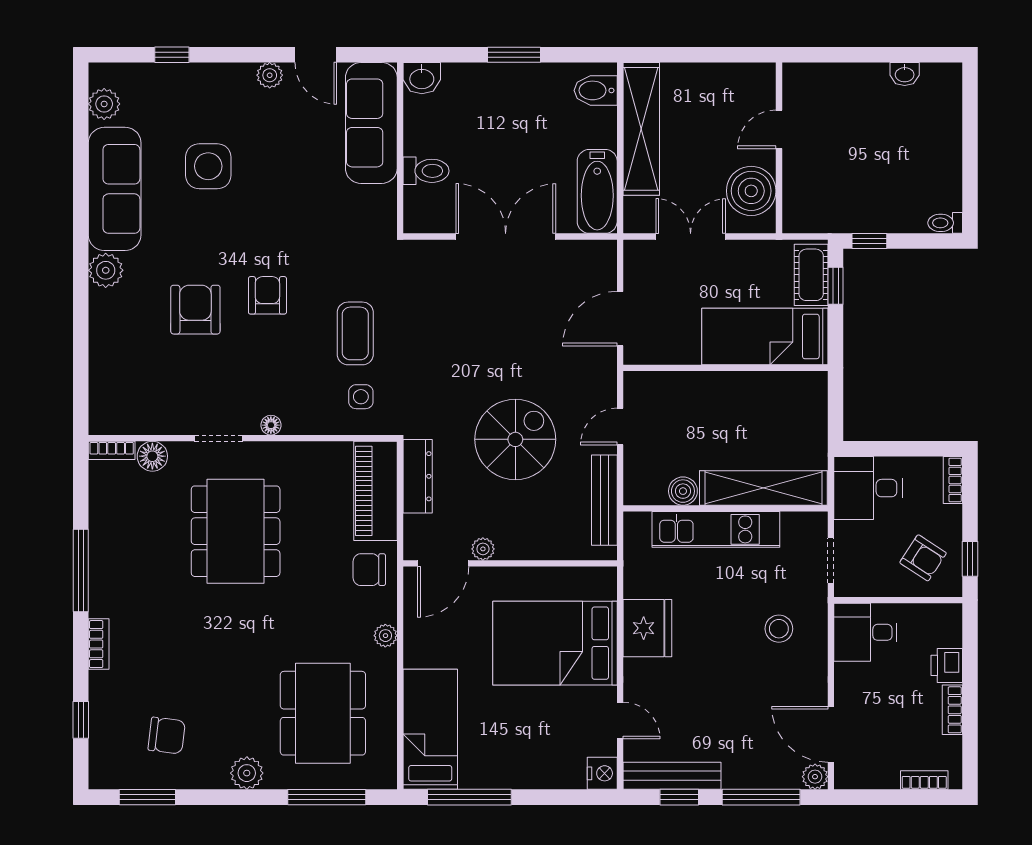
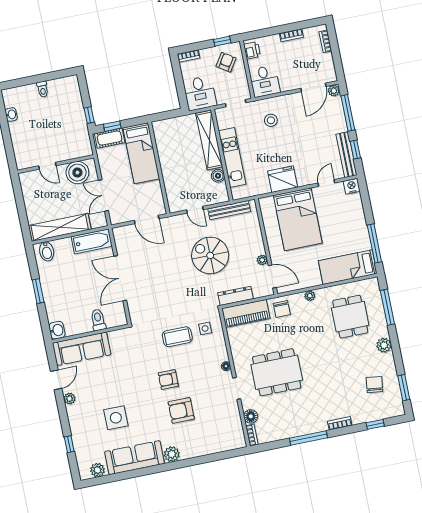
toilet: (945, 223) -> (43, 89), moved
printer: (947, 665) -> (252, 50), moved, turned -90
dining table: (323, 713) -> (350, 317), width x0.73

